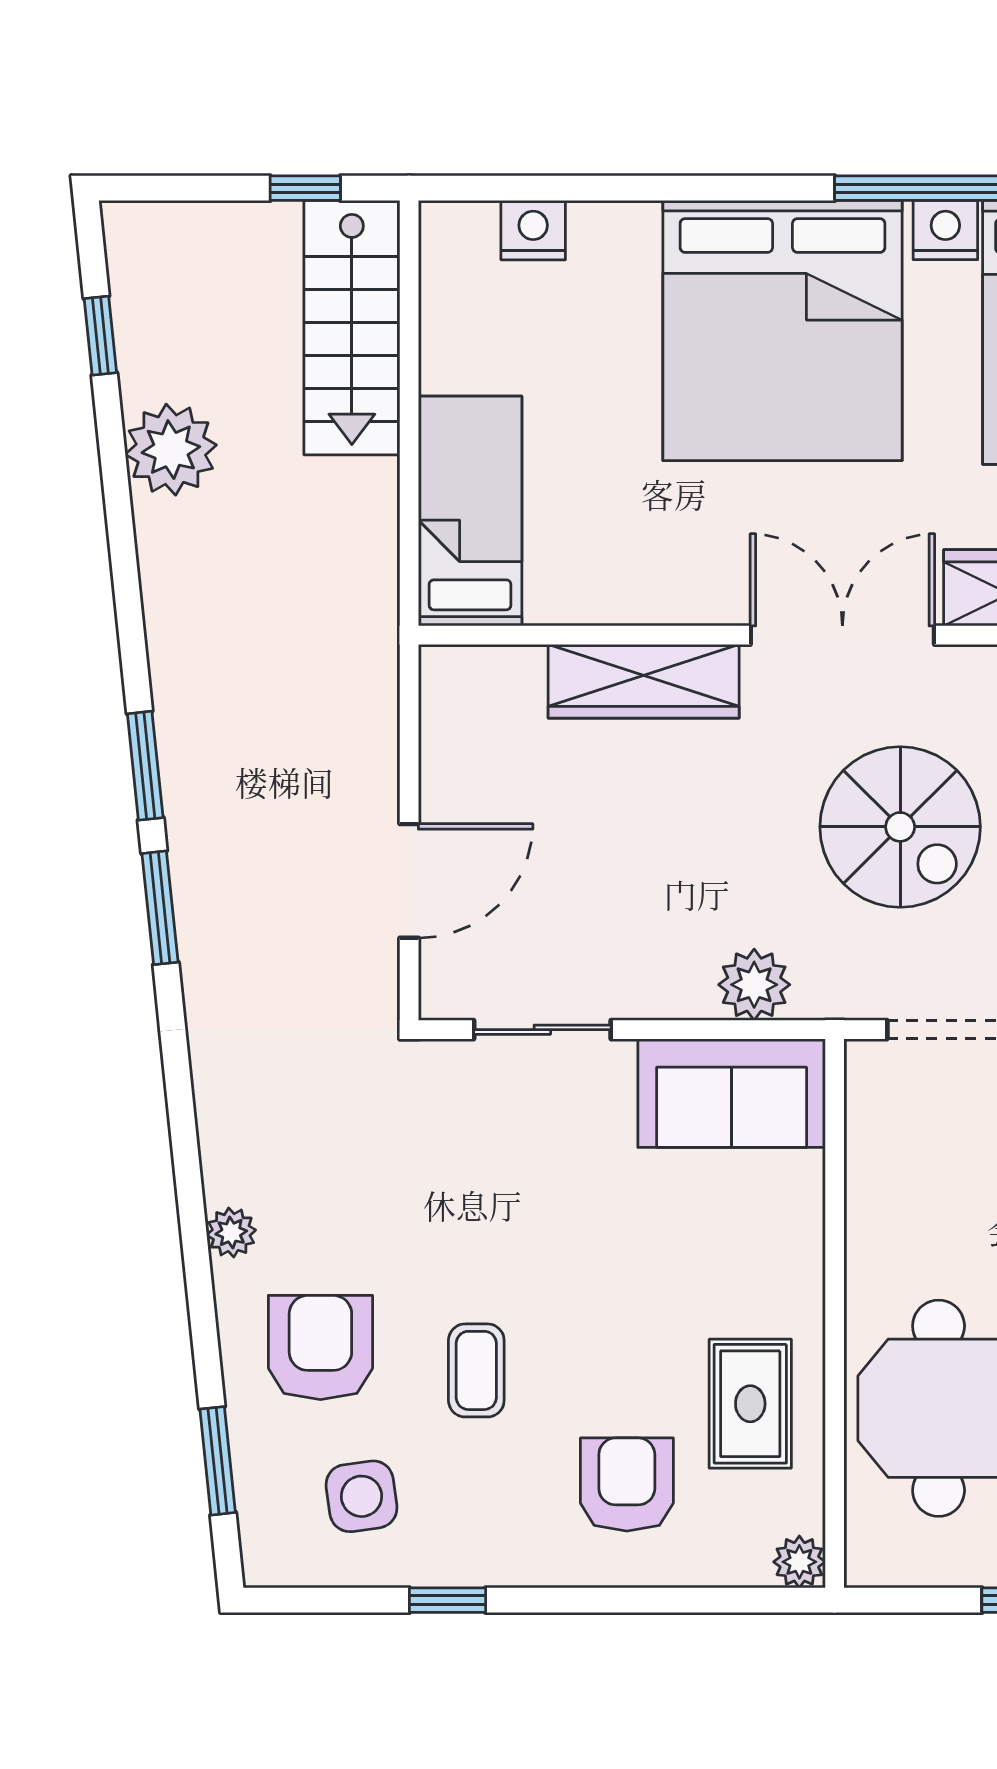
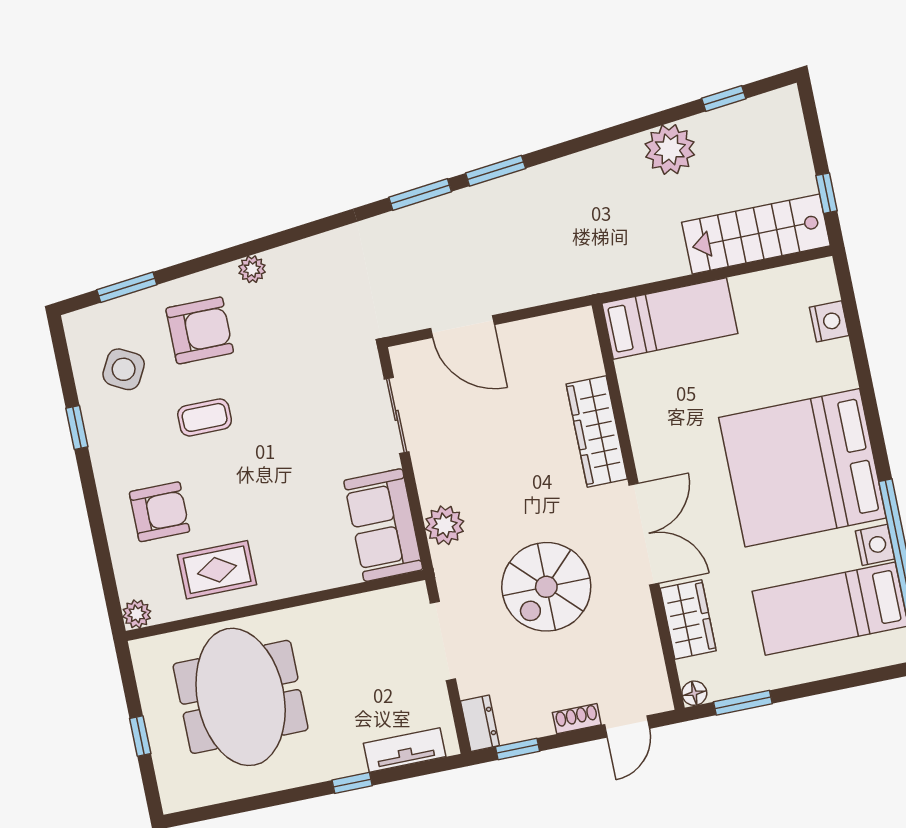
side table: (362, 1496) -> (124, 369), turned 36

